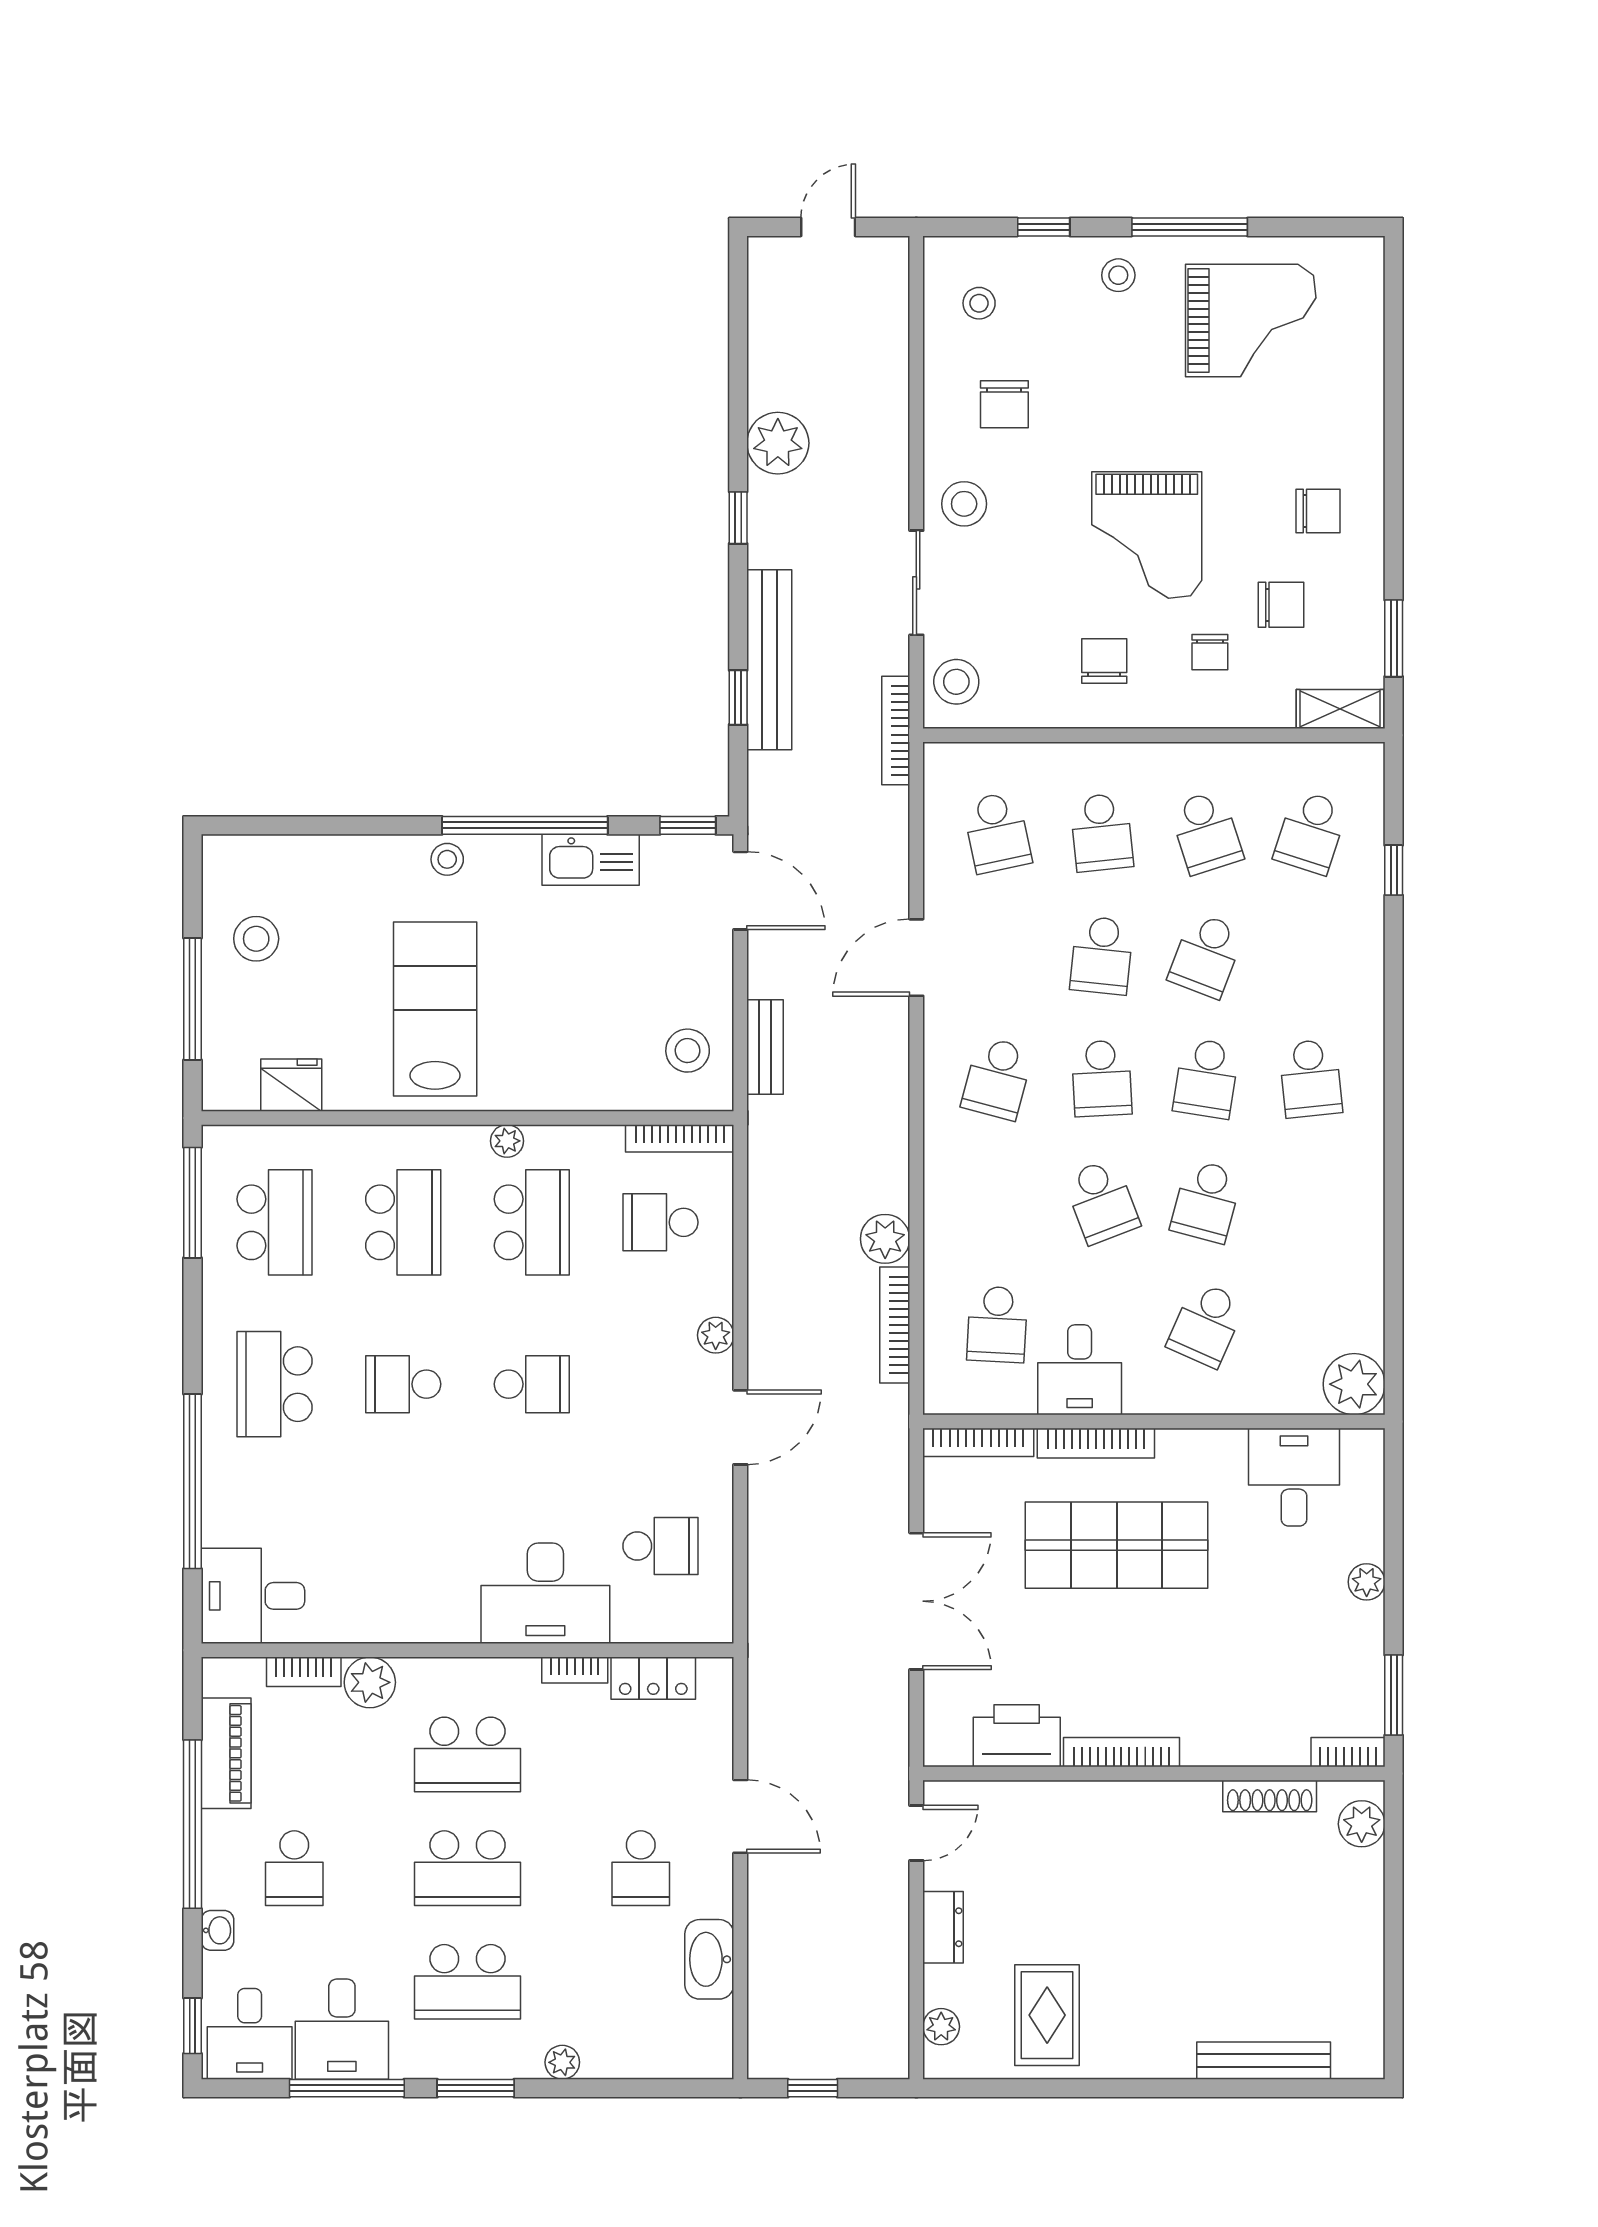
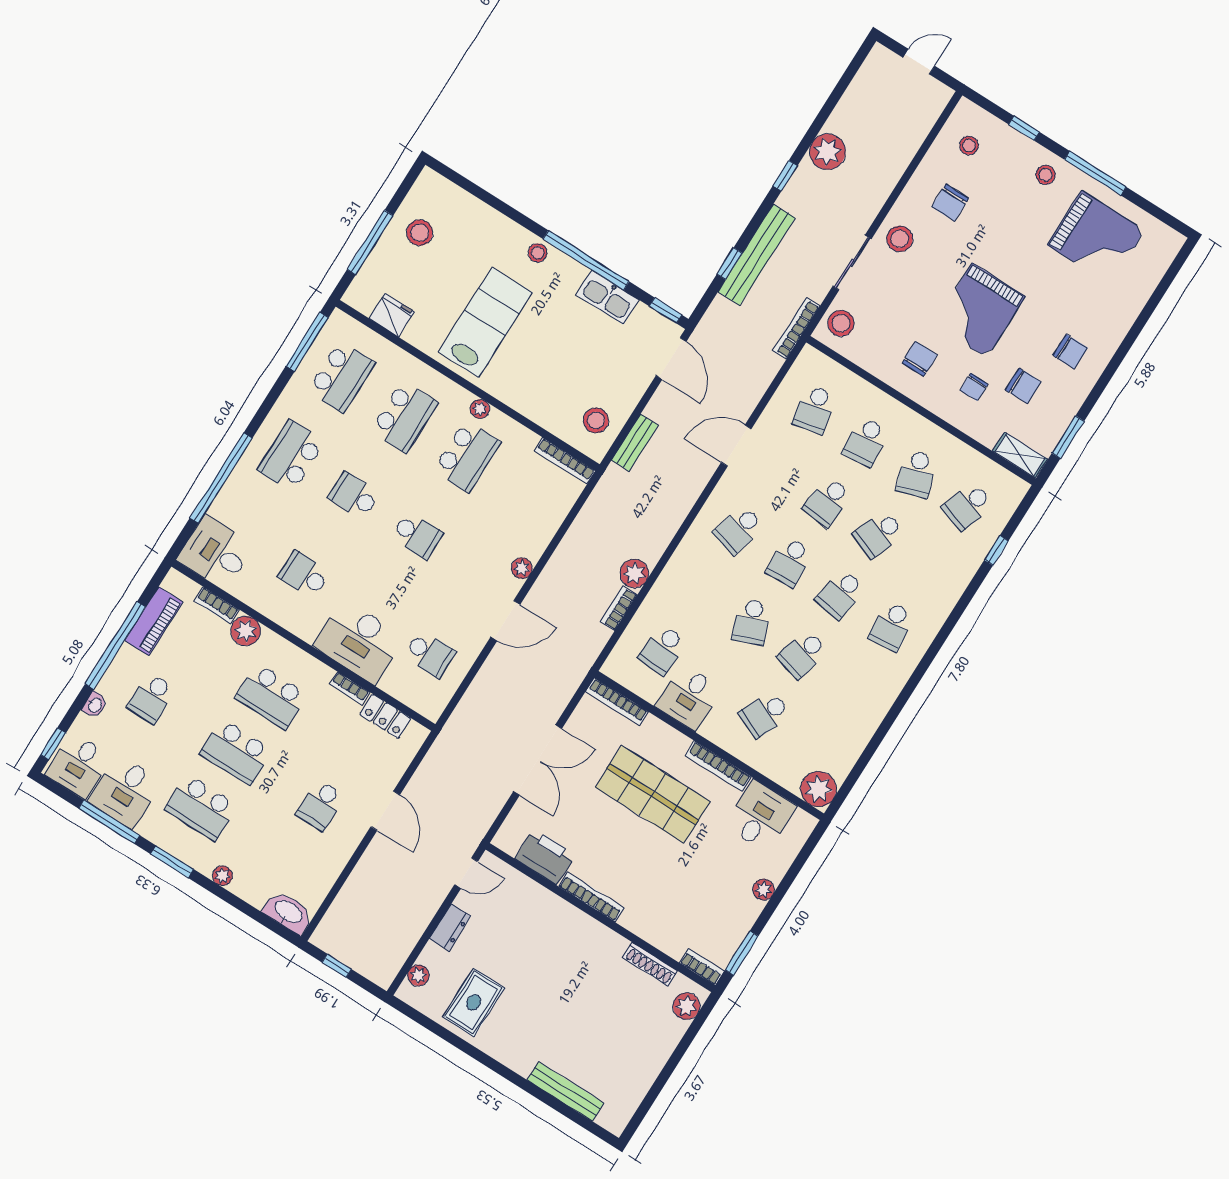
school desk: (660, 1222) -> (304, 575), moved
bookcase: (895, 1325) -> (619, 608), width x0.64
bookcase: (1096, 1443) -> (718, 766), moved
washbasin: (709, 1959) -> (288, 912), moved, turned 90

